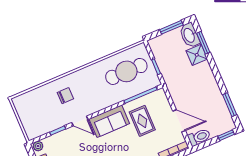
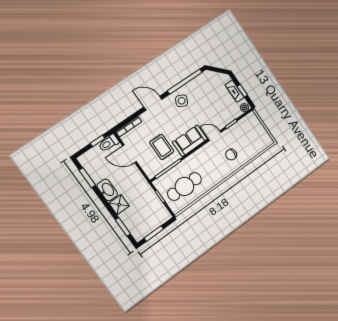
washbasin: (189, 35) -> (107, 190), moved
shower: (197, 55) -> (119, 205), moved
window: (226, 135) -> (98, 141), moved

